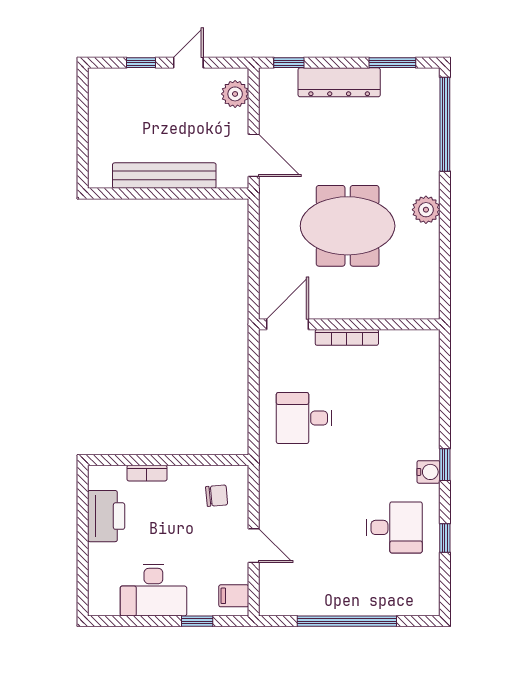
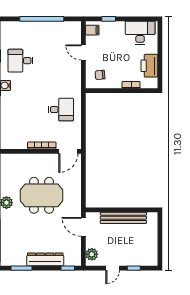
desk: (153, 590) -> (140, 33), moved

